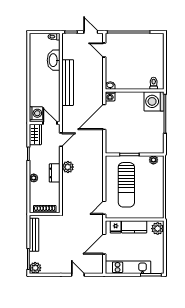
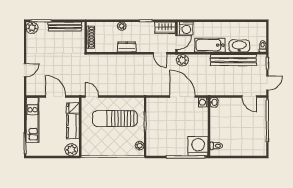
door: (104, 50) -> (249, 96), swing flipped
bench: (68, 83) -> (233, 60), moved
bathtub: (53, 90) -> (210, 45), added
plant: (68, 167) -> (182, 60), moved

